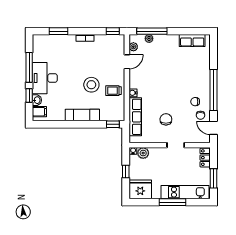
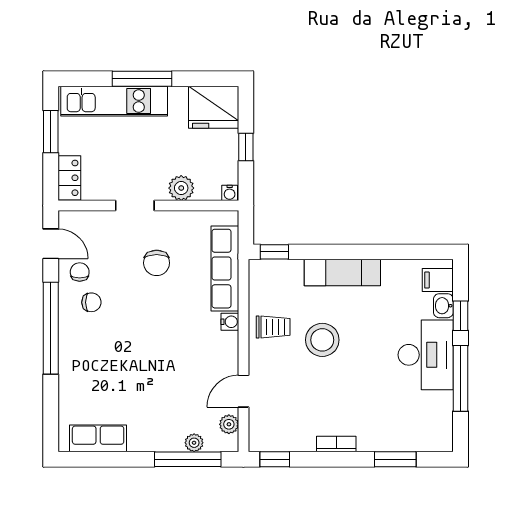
plant: (143, 153) -> (181, 188), moved

